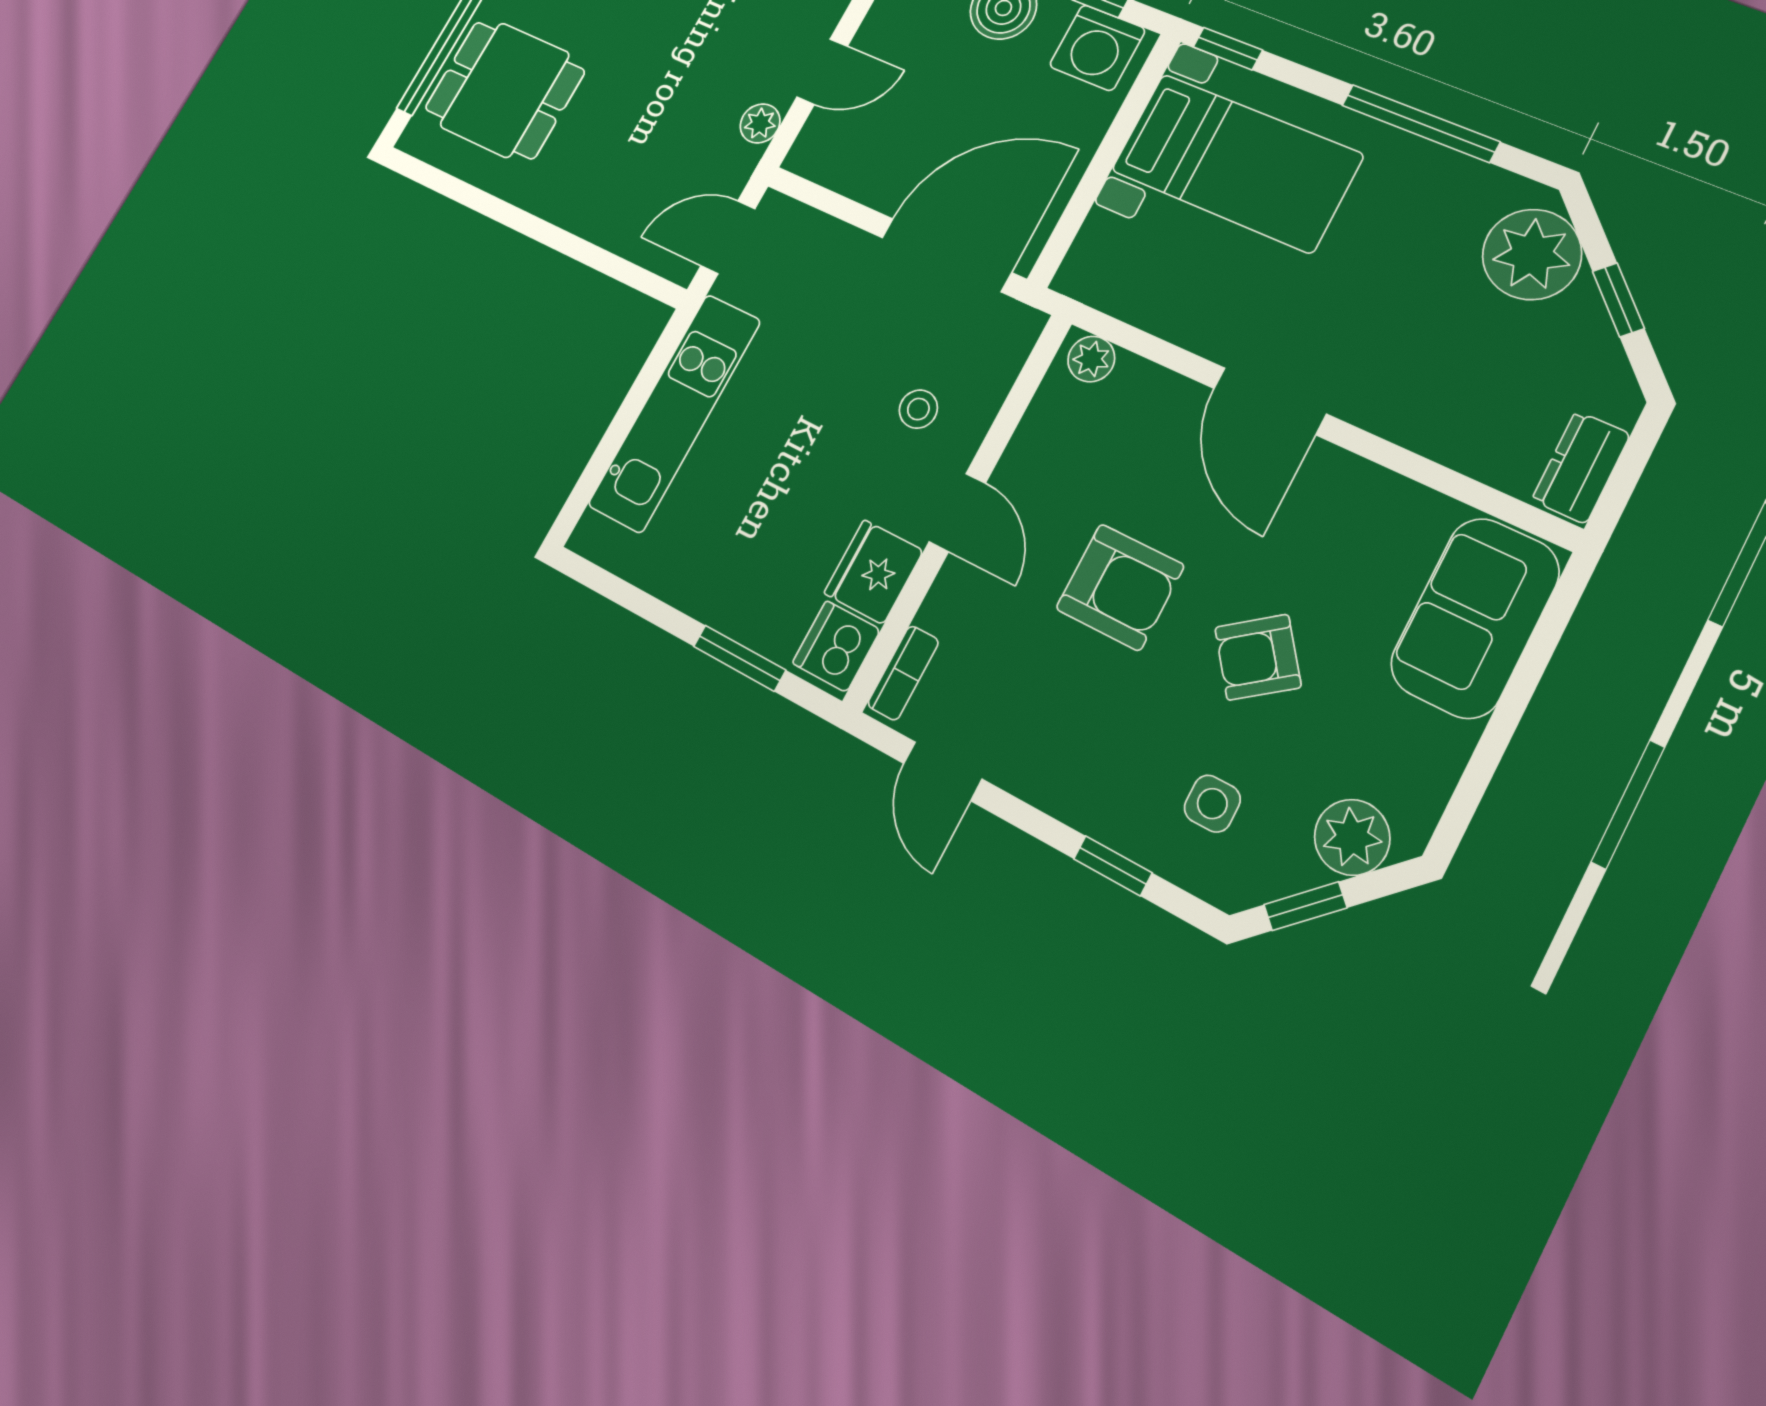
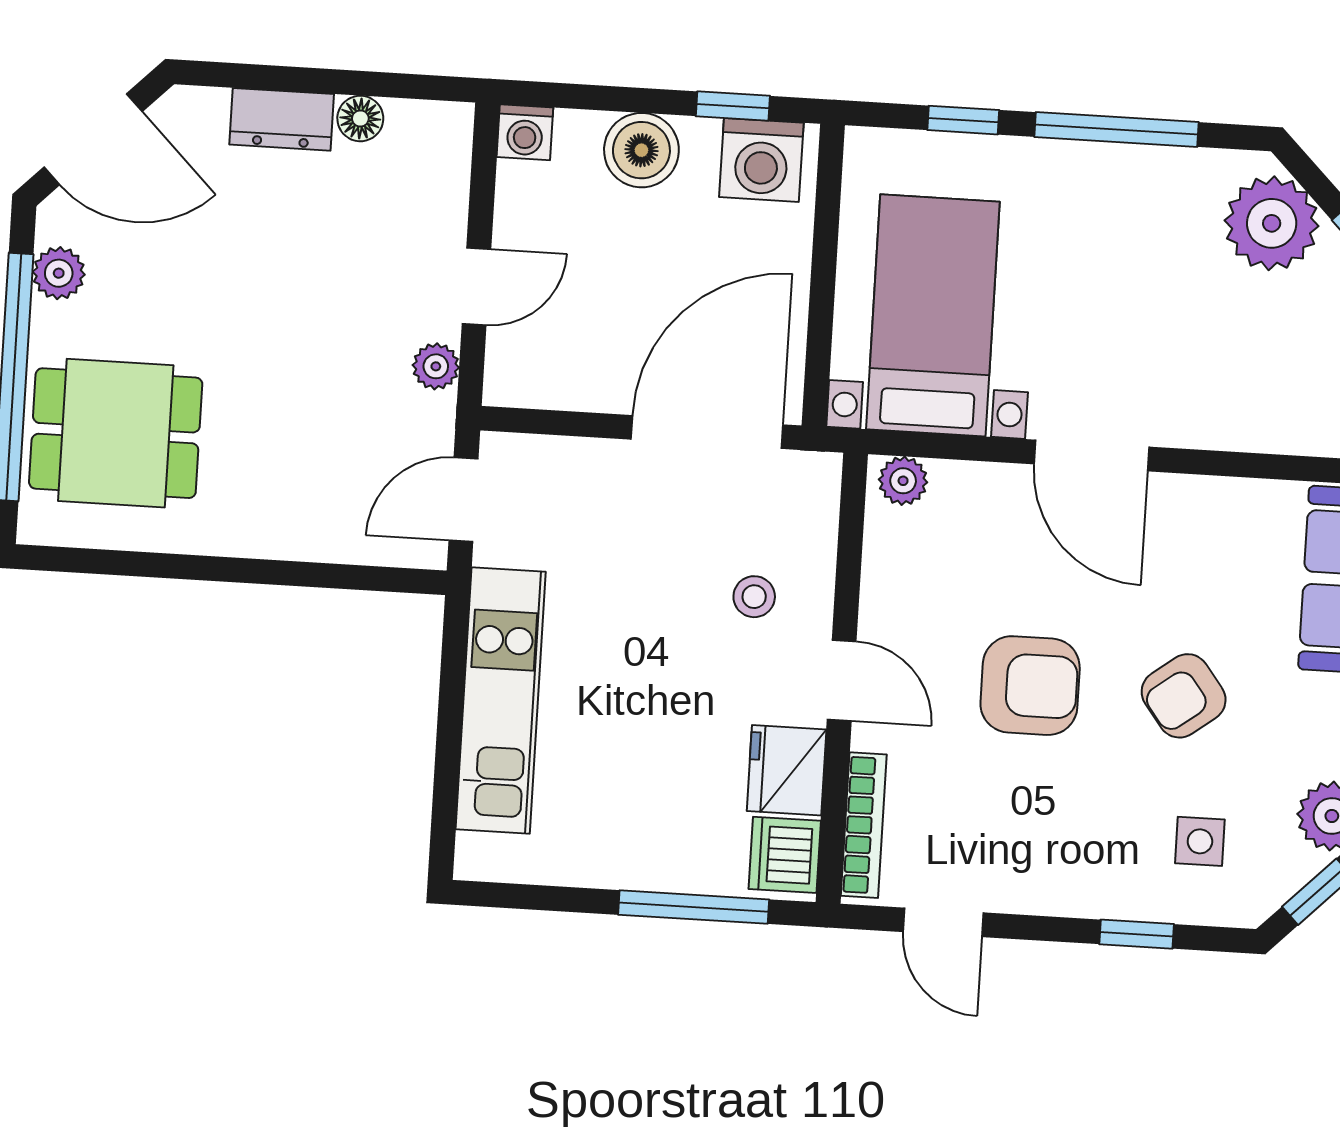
window: (1228, 49) -> (963, 120), moved
bed with nightstands: (1236, 163) -> (933, 315), moved, turned -90
window: (739, 658) -> (694, 907), width x1.44
bookcase: (903, 673) -> (864, 825), width x1.56

